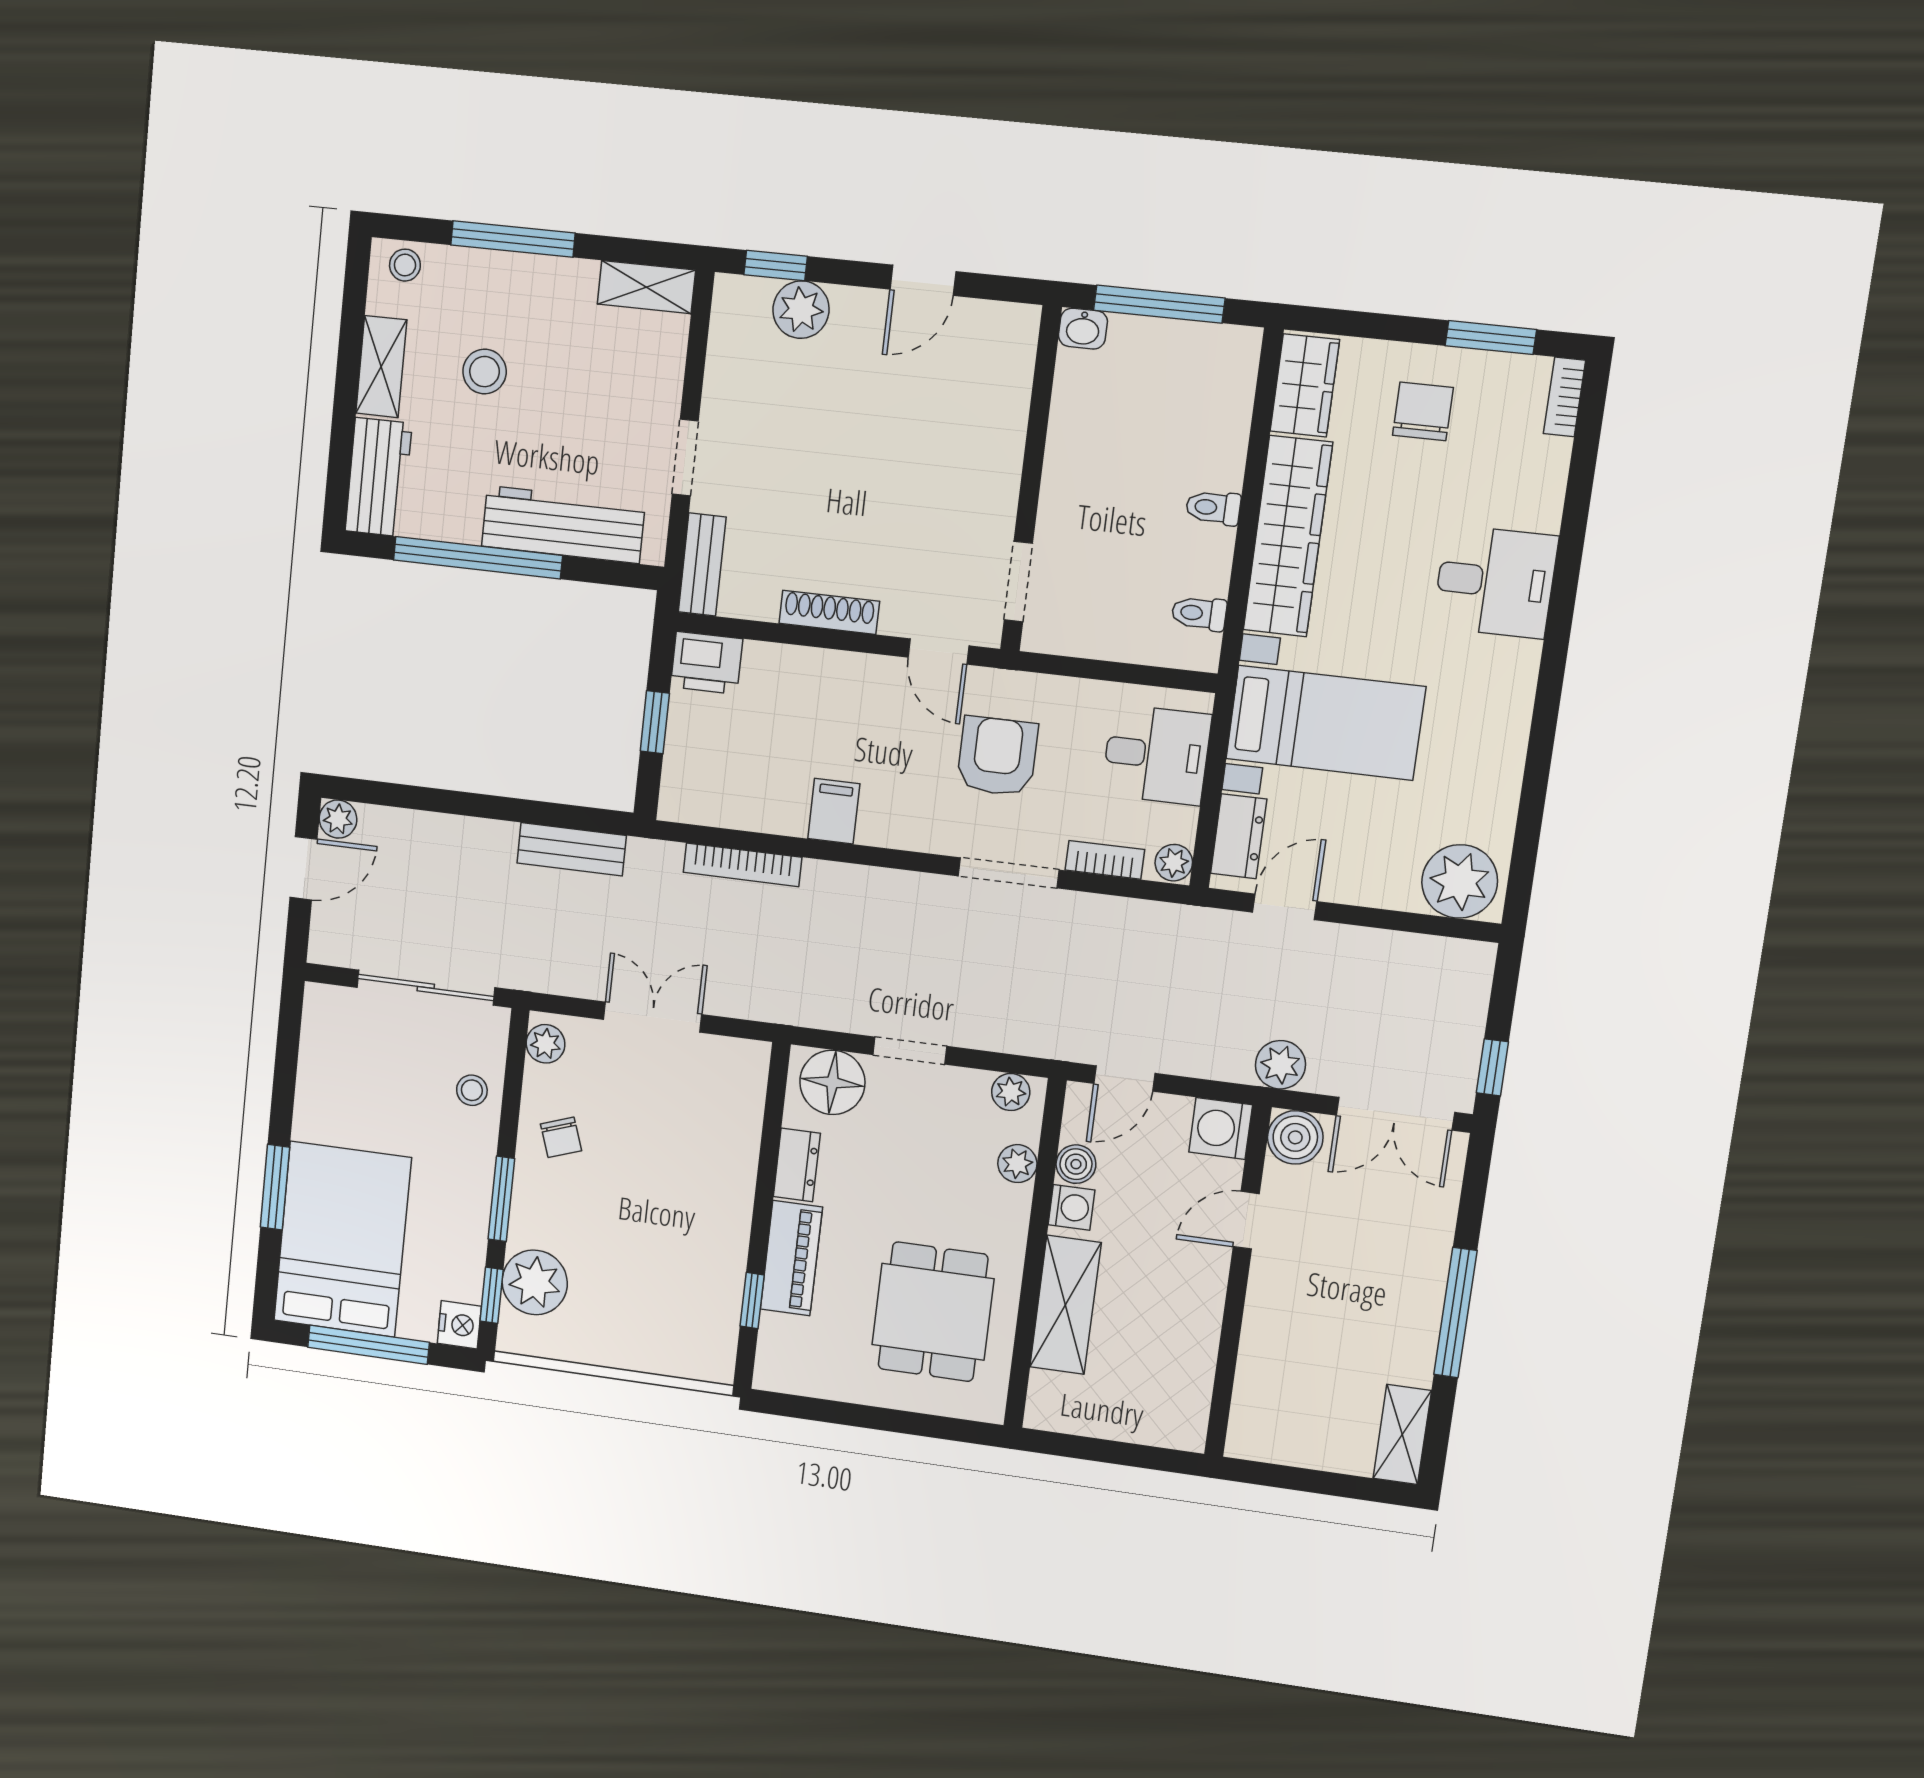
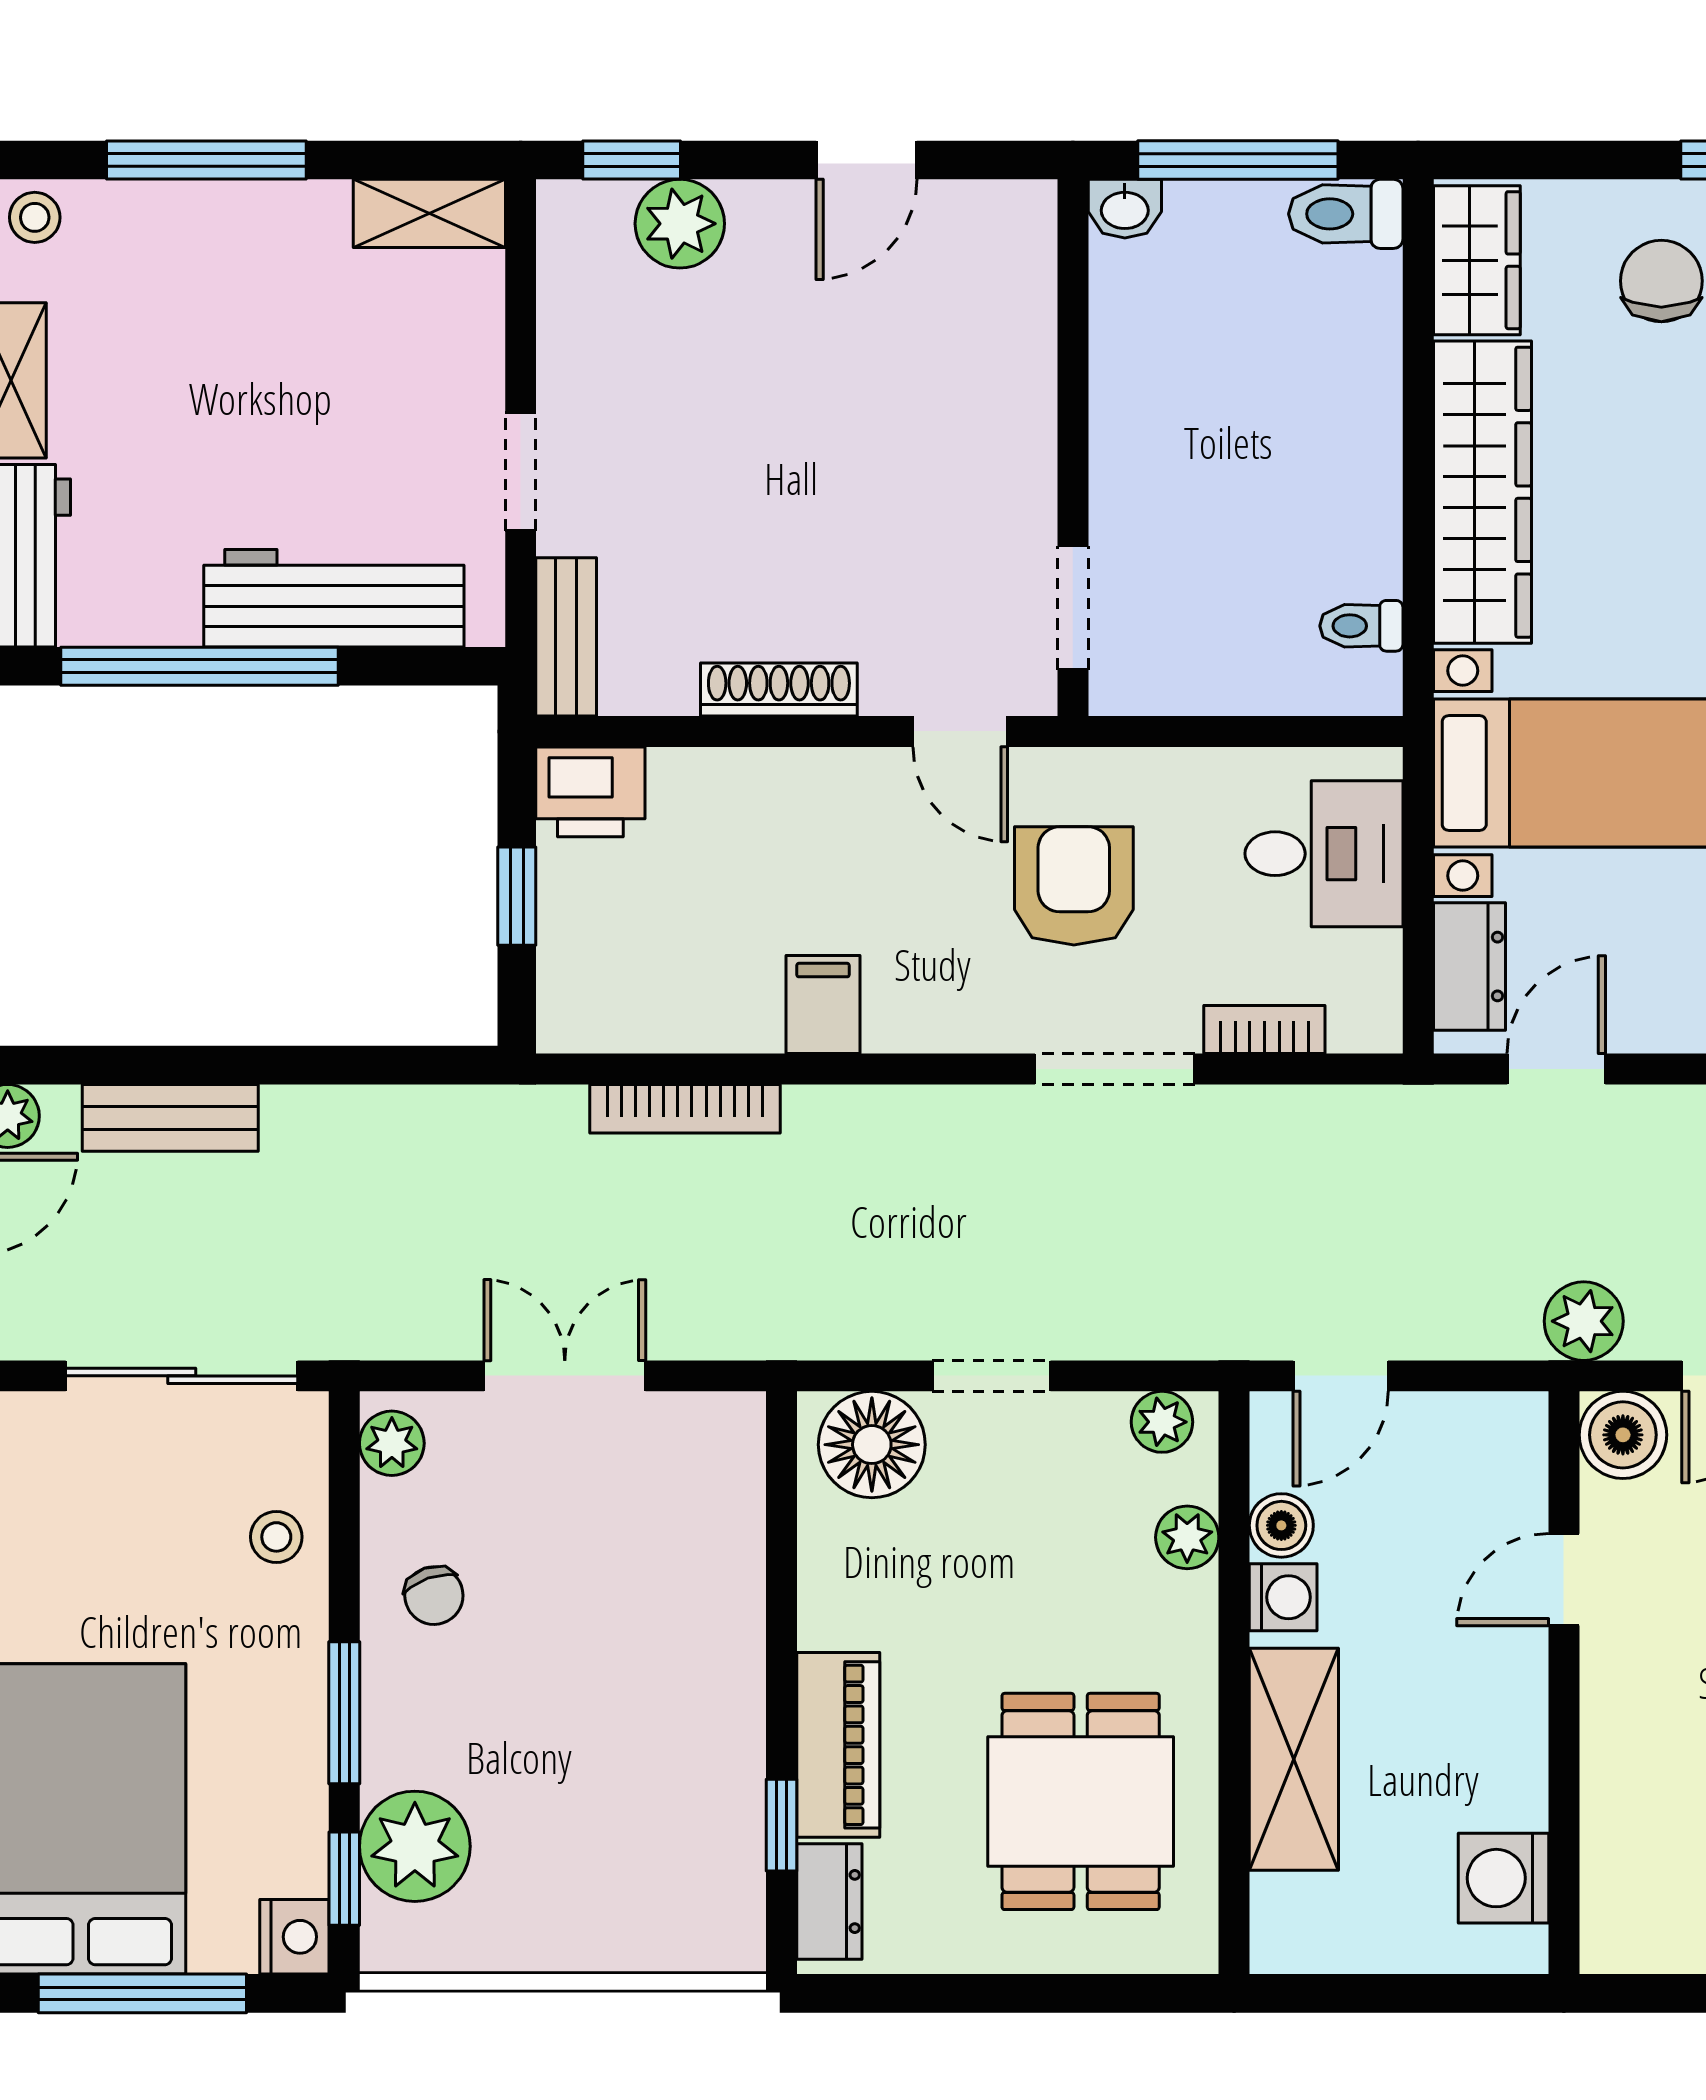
stool: (485, 372) -> (181, 371), removed
toilet: (1213, 508) -> (1346, 214), moved, width x1.37, depth x1.39
bench: (572, 849) -> (170, 1118), moved
plant: (1174, 863) -> (1373, 1021), removed
washing machine: (1221, 1128) -> (1503, 1878), moved
dresser: (797, 1165) -> (829, 1901), moved

